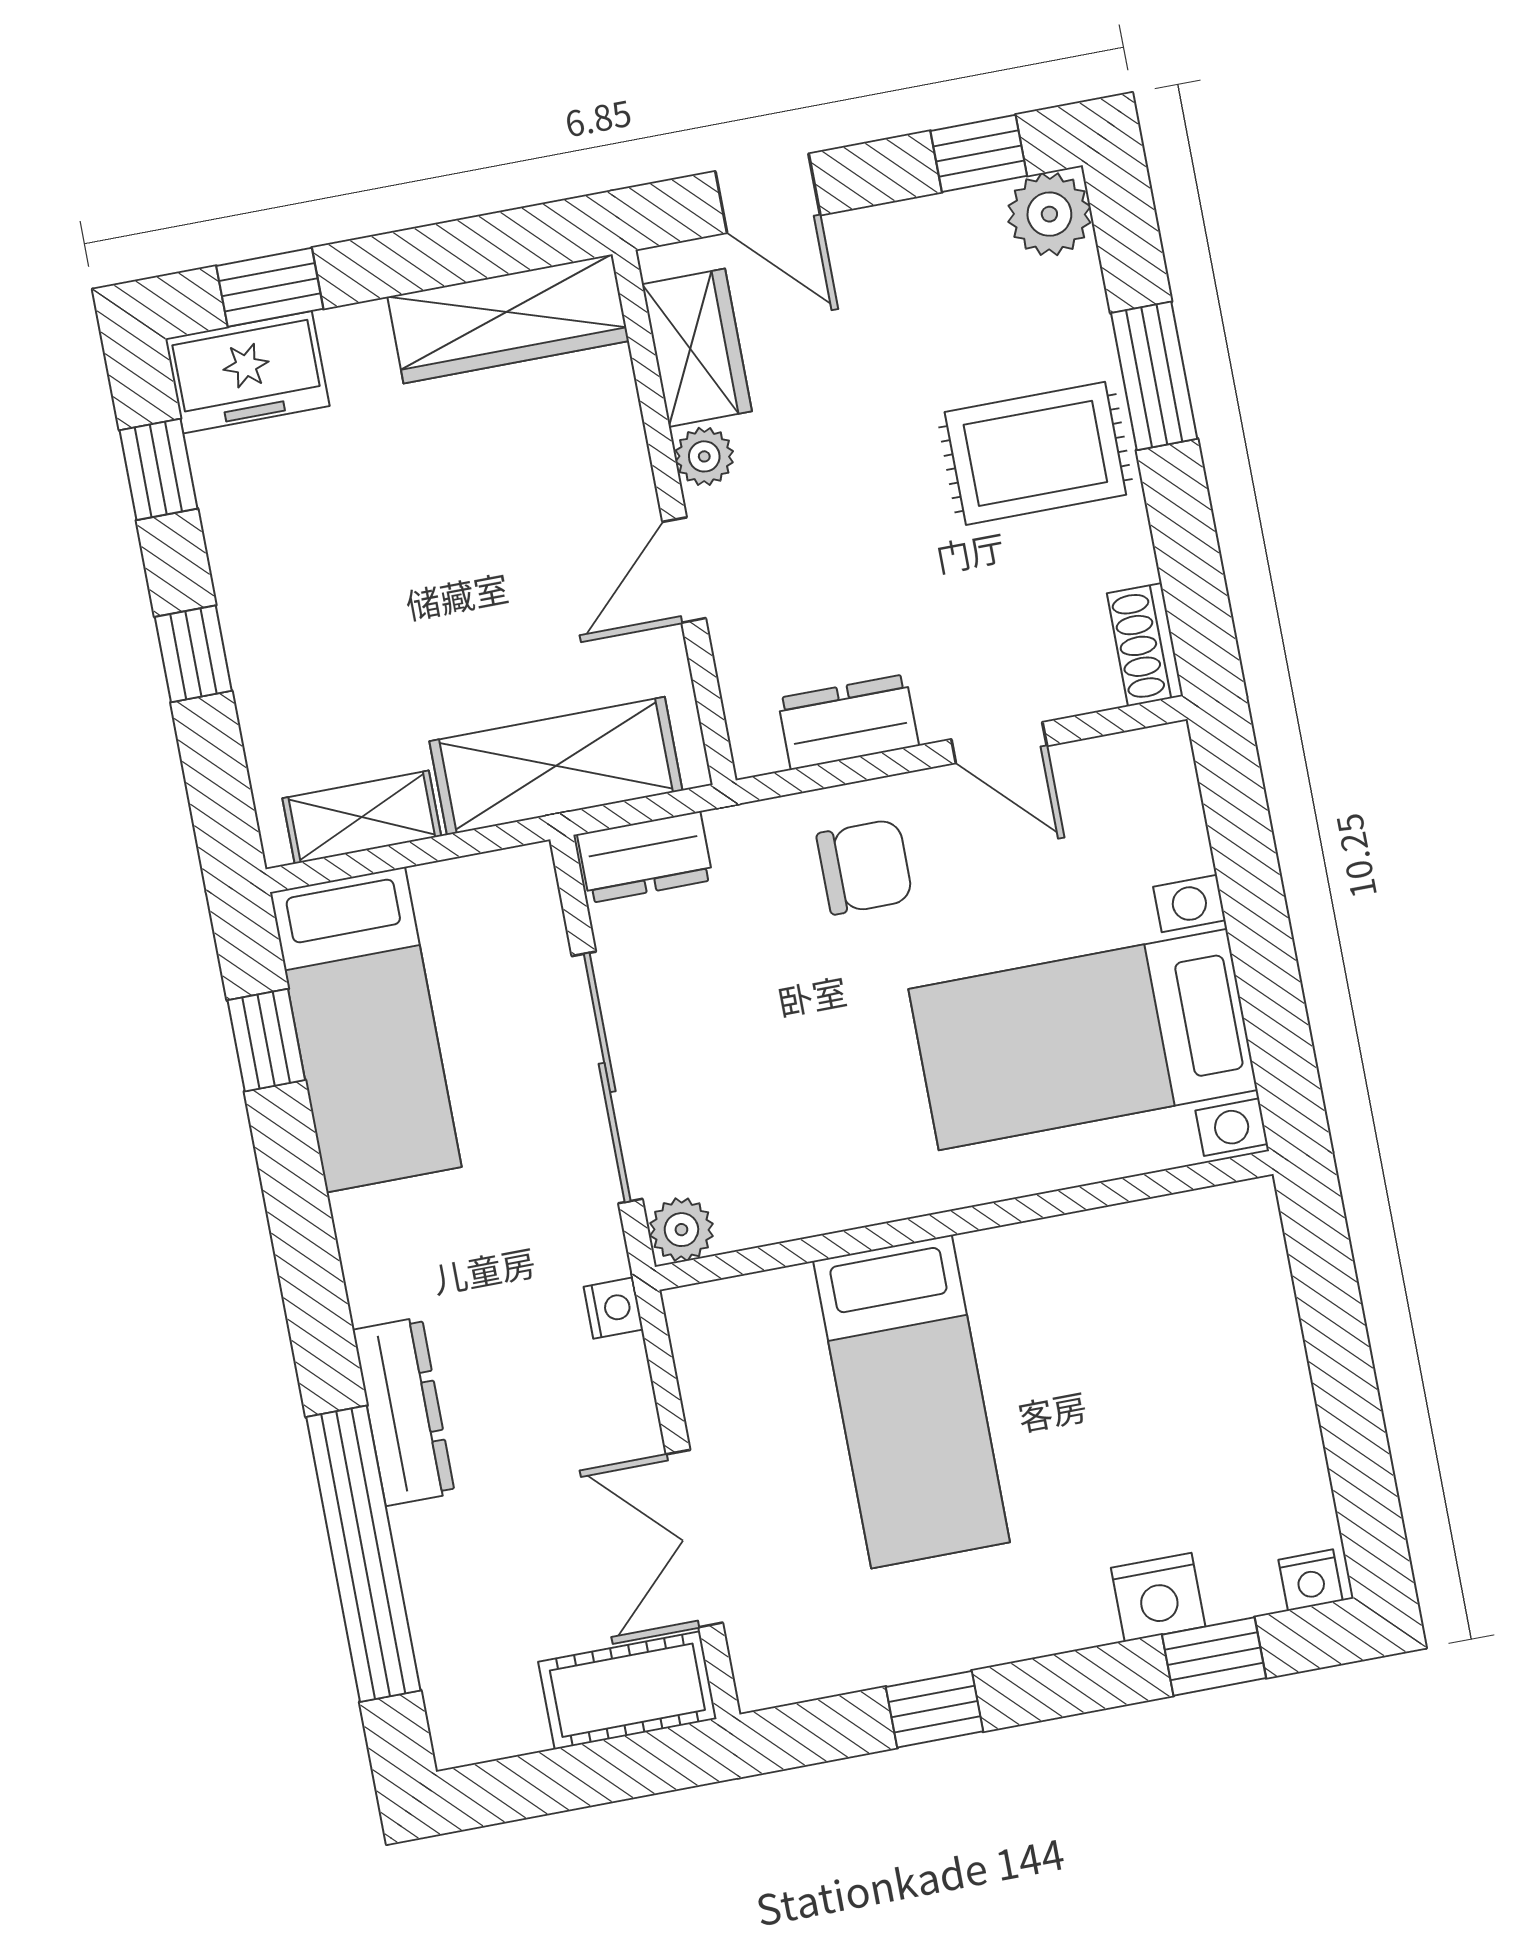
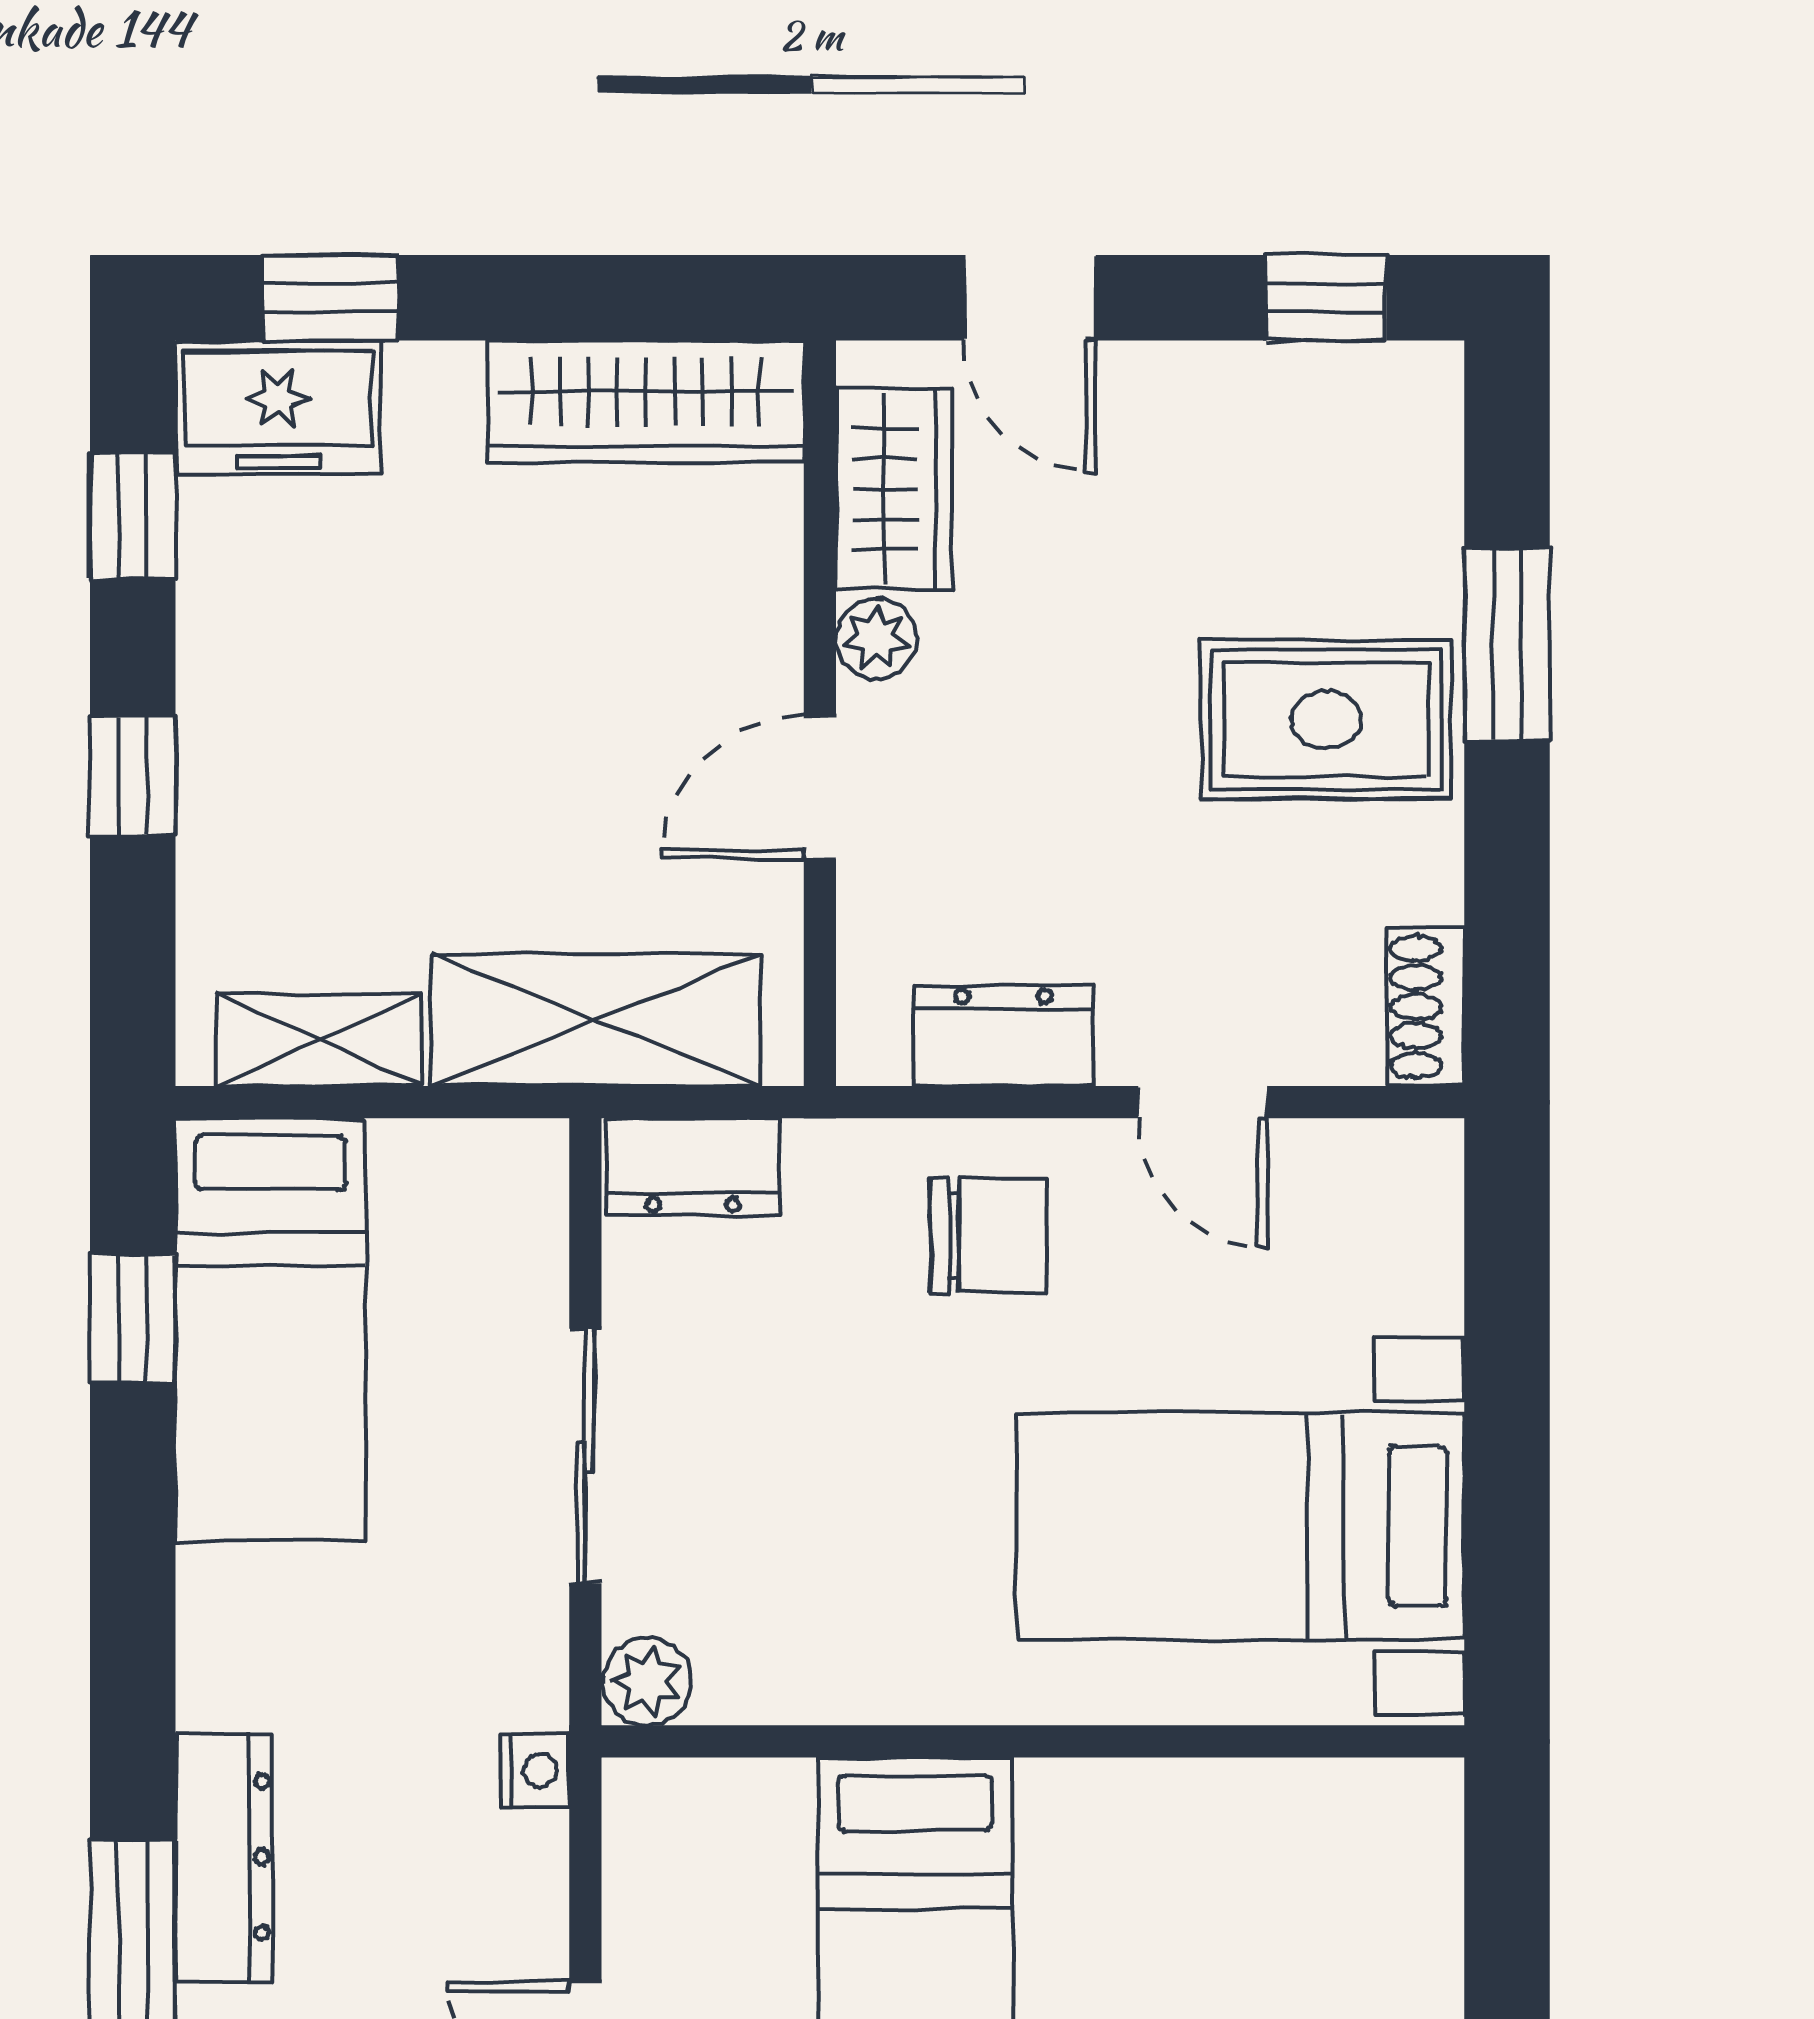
plant: (1049, 214) -> (1407, 398), removed
sliding door: (607, 1078) -> (585, 1456), width x0.73

